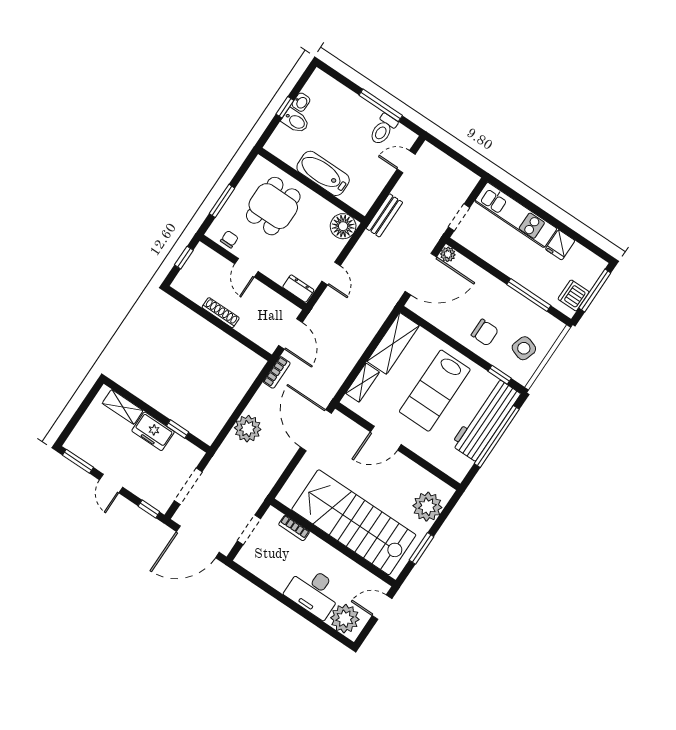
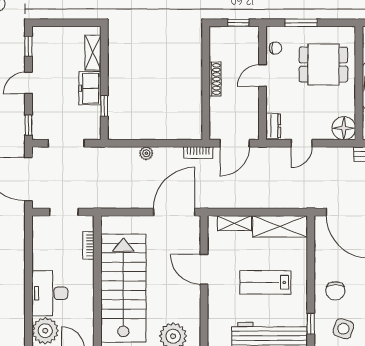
lab bench: (435, 391) -> (265, 282), width x0.73, depth x0.72
plant: (248, 429) -> (146, 153), width x0.53, depth x0.53
window: (78, 461) -> (28, 46), width x0.67

